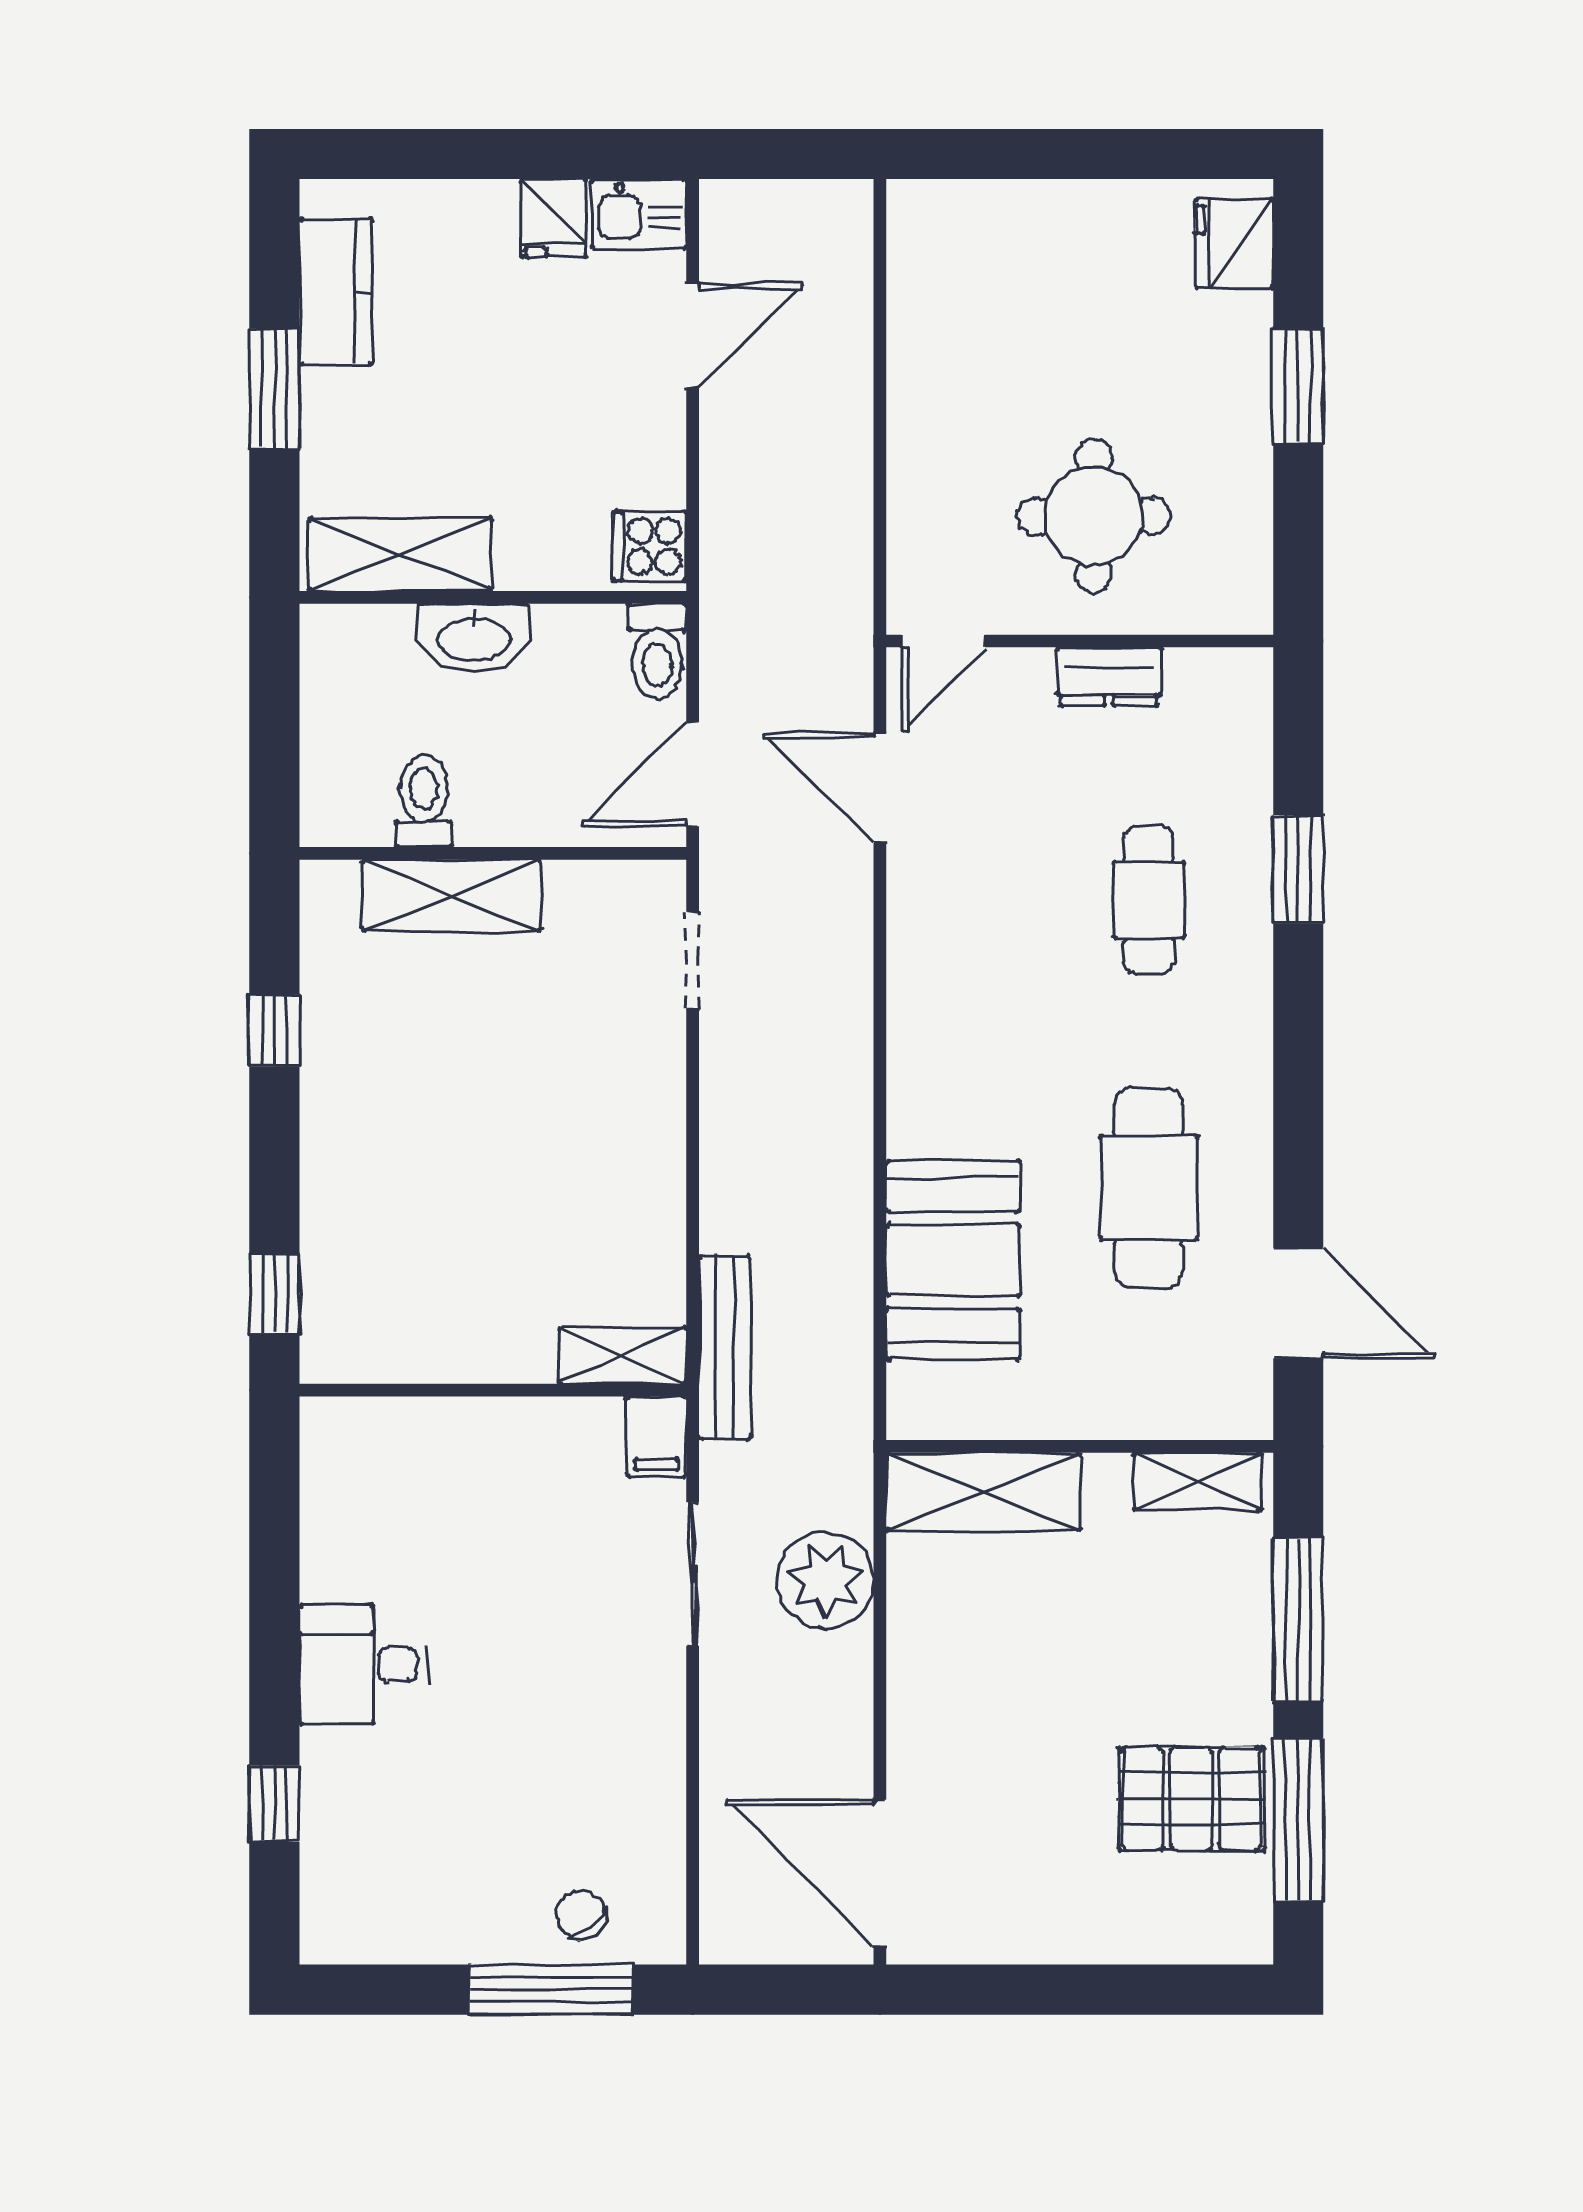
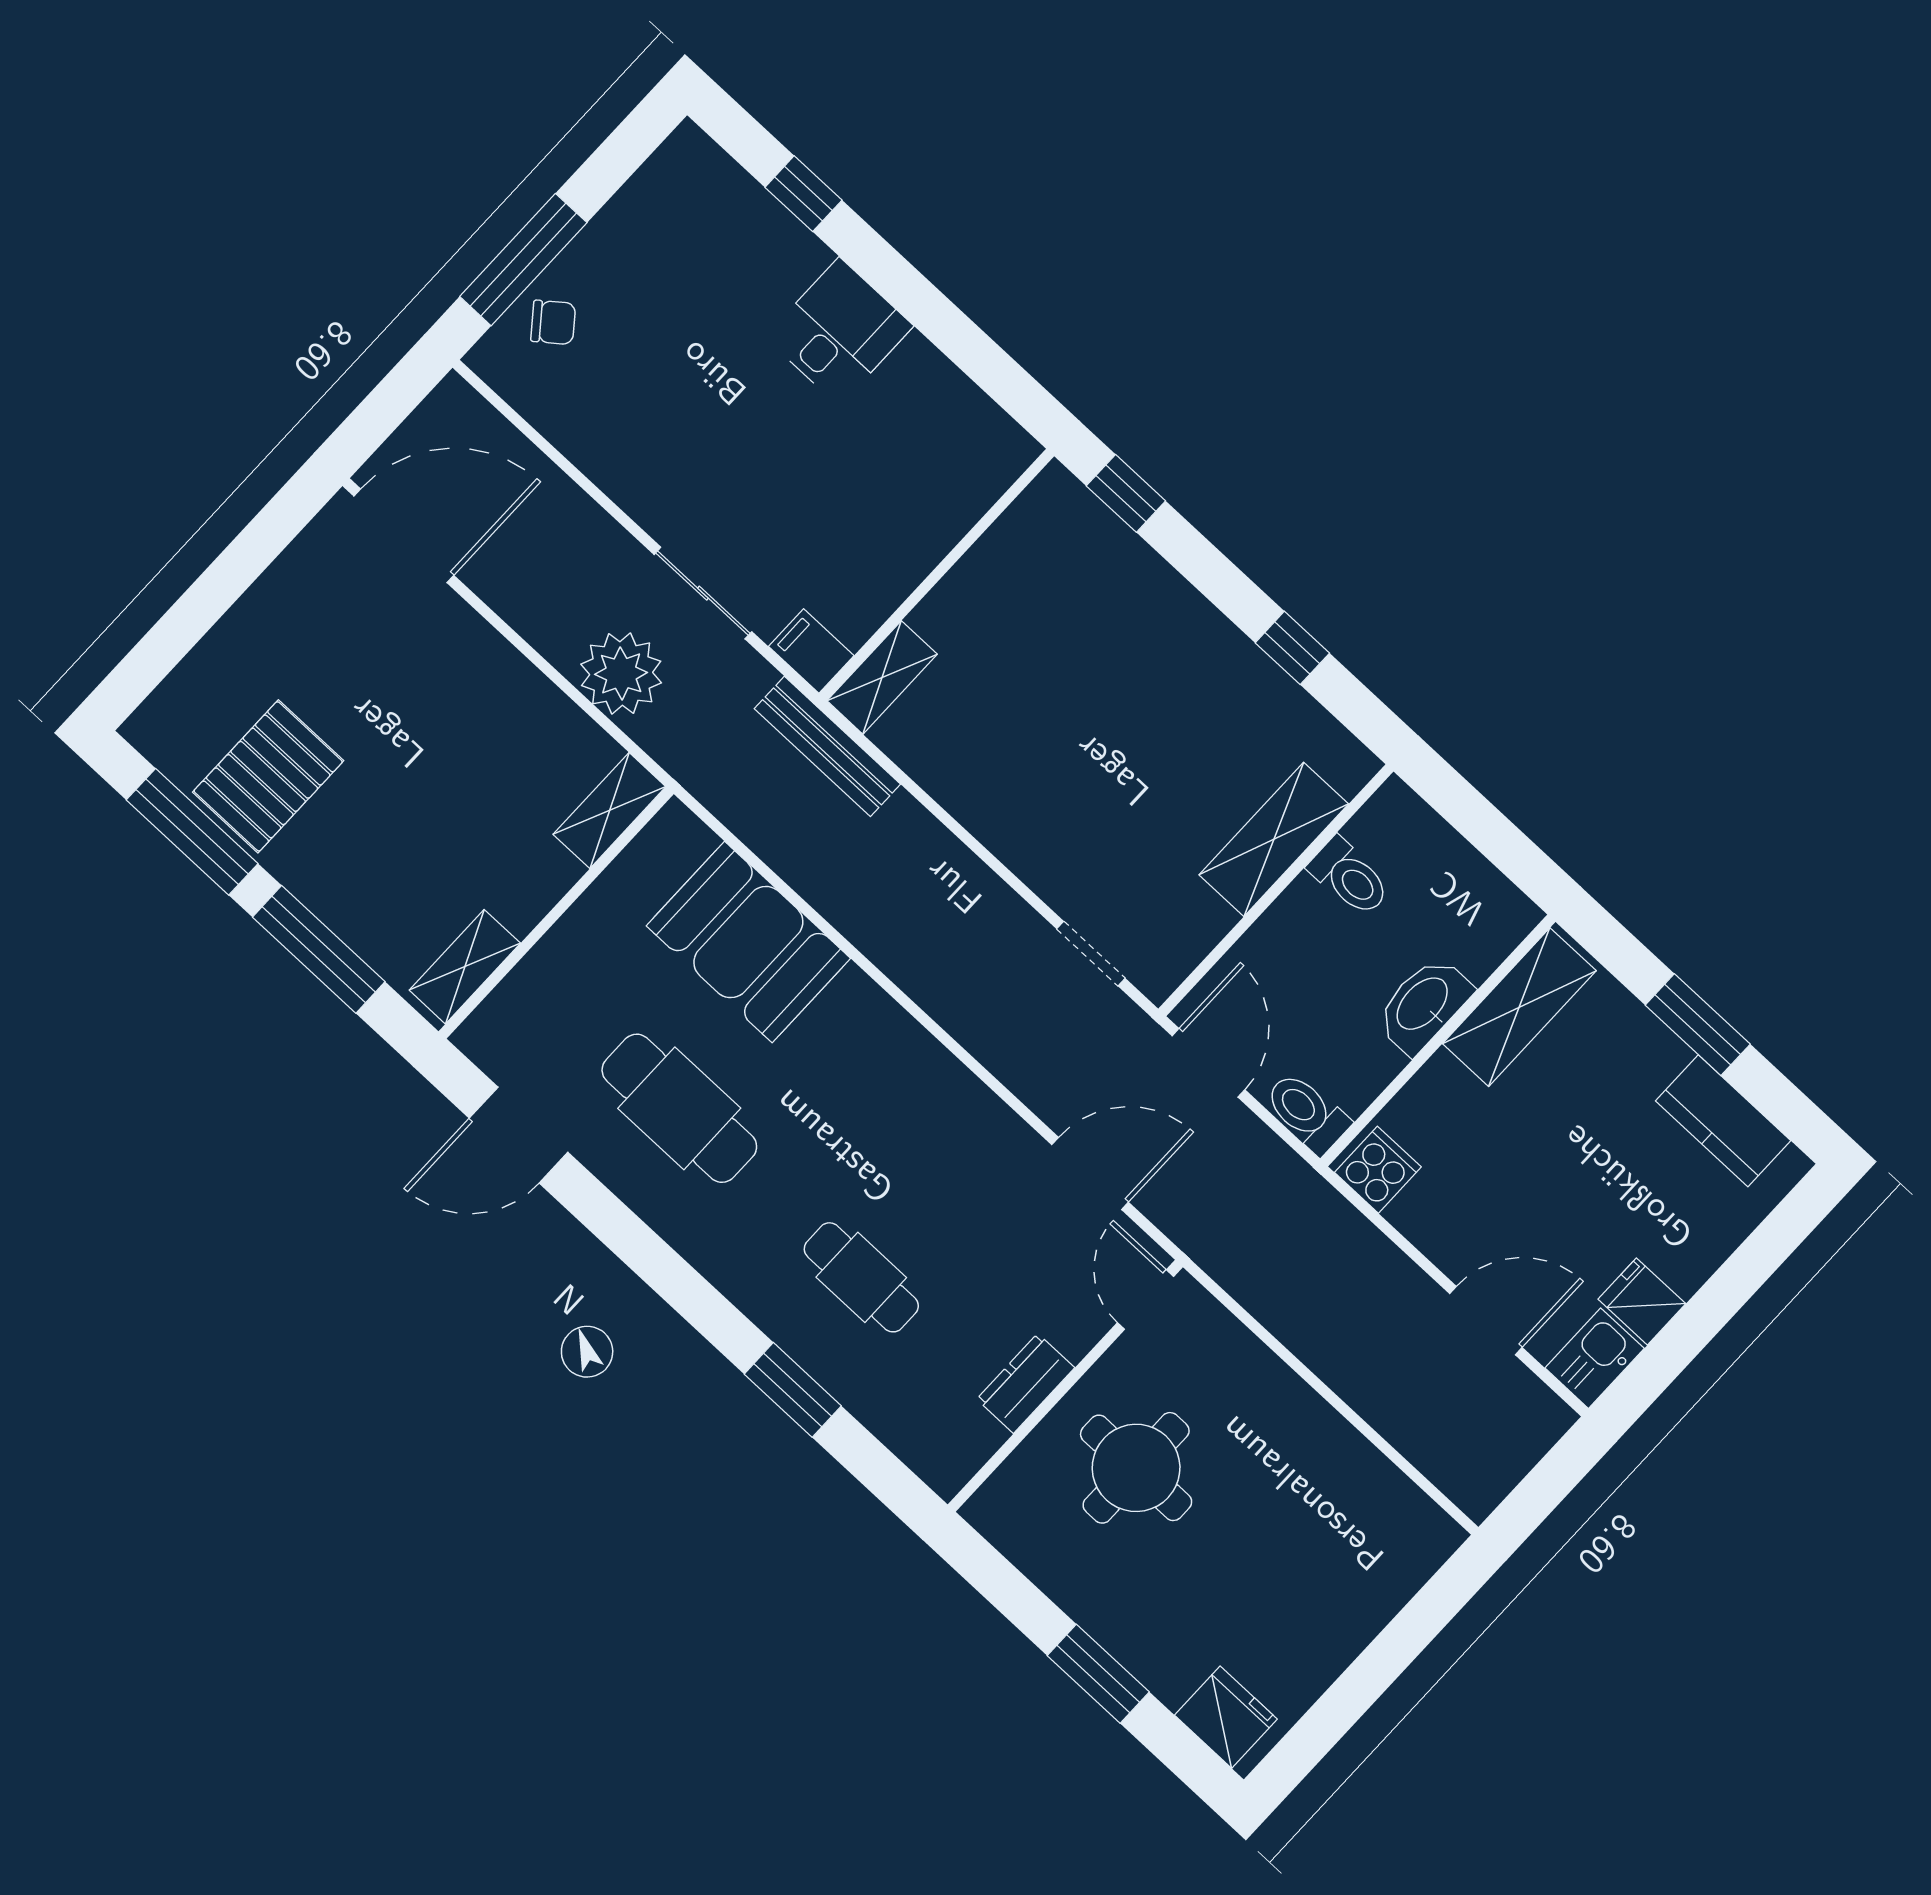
door: (693, 336) -> (1486, 1321), swing flipped
shelving: (984, 1492) -> (609, 811), width x0.67, depth x0.75

